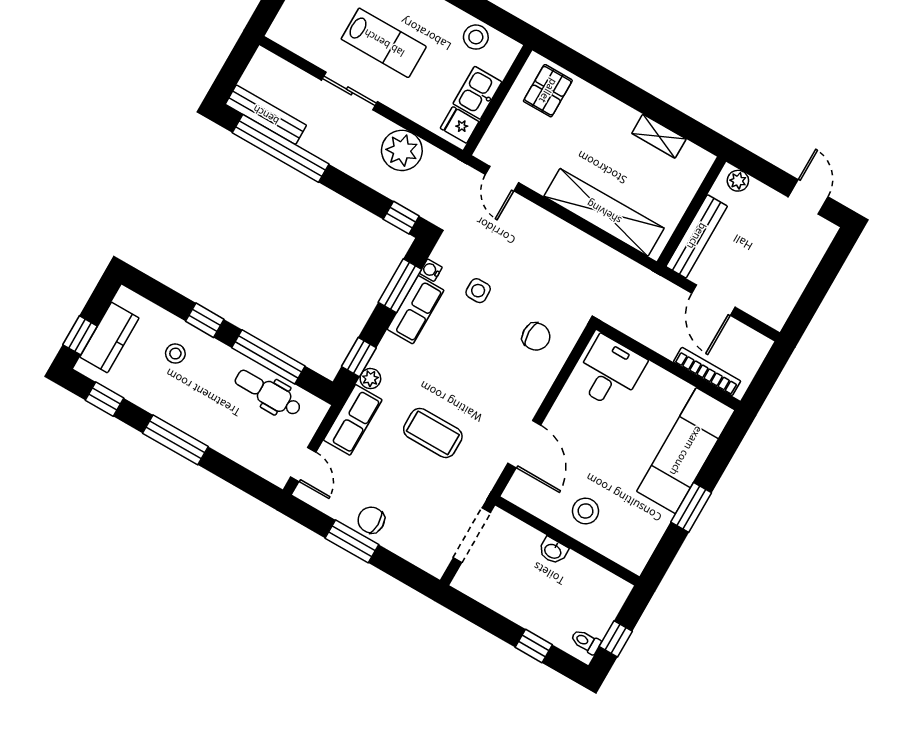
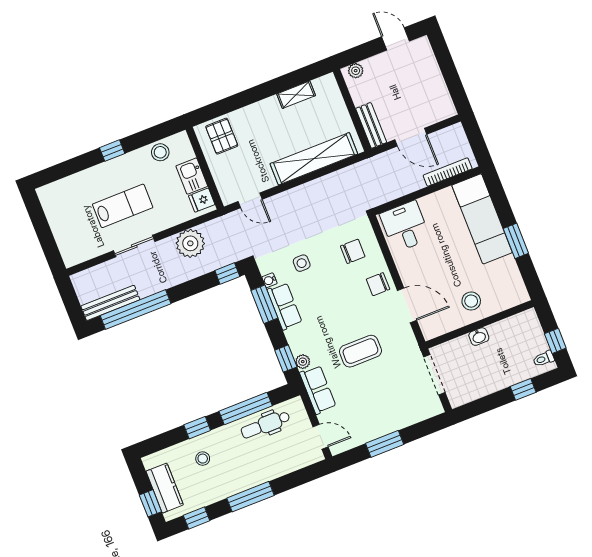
bench: (697, 236) -> (371, 125), width x0.73
chair: (371, 520) -> (378, 284), moved

